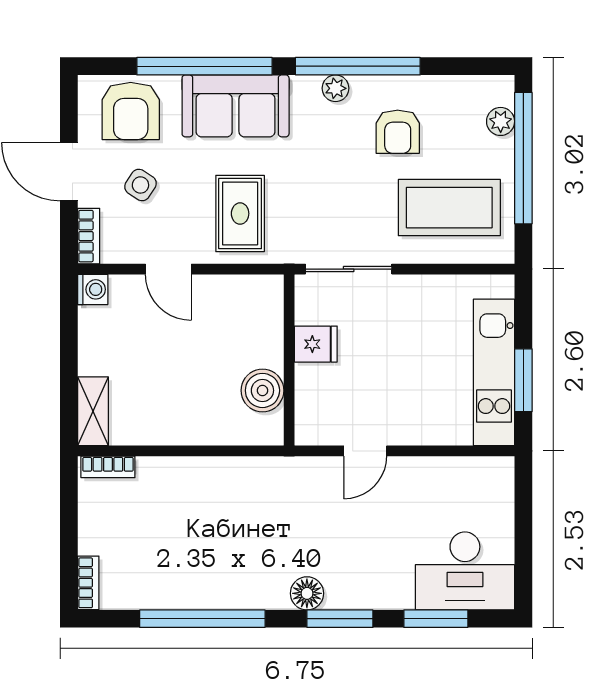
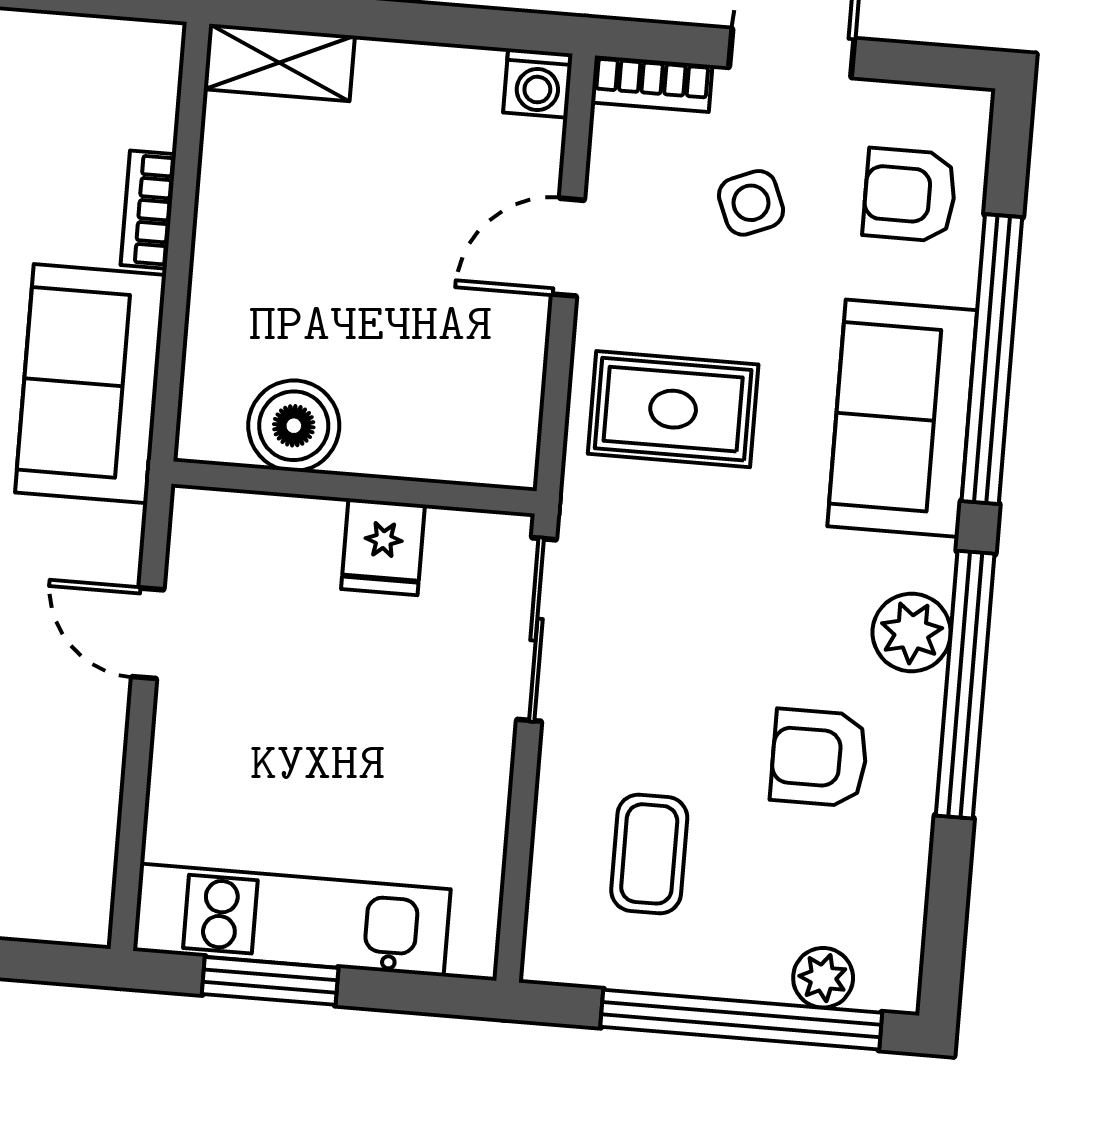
plant: (335, 88) -> (912, 632), width x1.38, depth x1.38
armchair: (131, 111) -> (910, 195), width x0.72, depth x0.72
side table: (140, 185) -> (751, 203), turned 35
coffee table: (449, 208) -> (649, 854), width x0.54, depth x0.58
bookcase: (108, 467) -> (148, 210), moved
sofa: (251, 487) -> (91, 384), added

